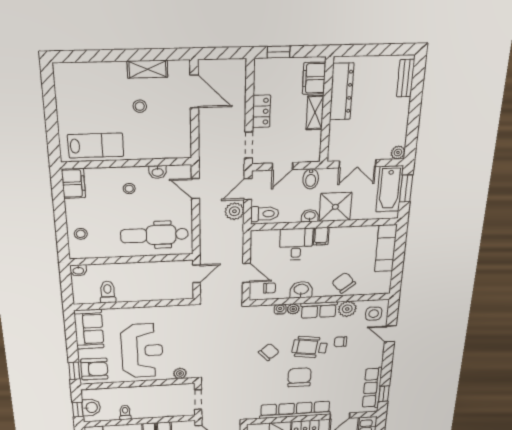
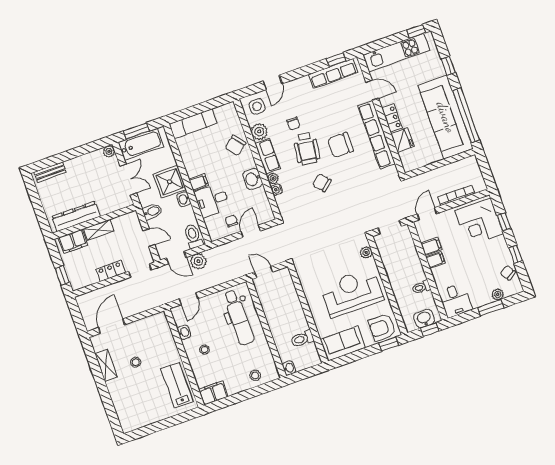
chair: (270, 288) -> (231, 221), moved
armchair: (94, 369) -> (382, 327), turned -91

